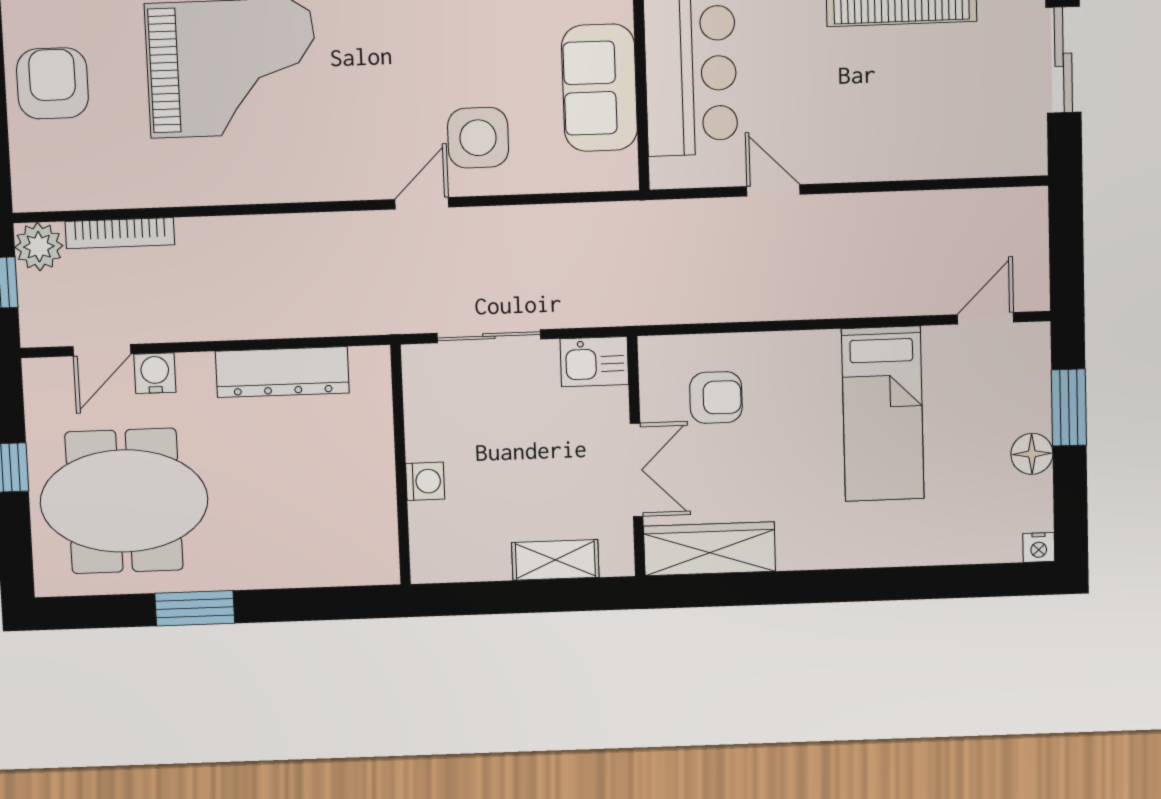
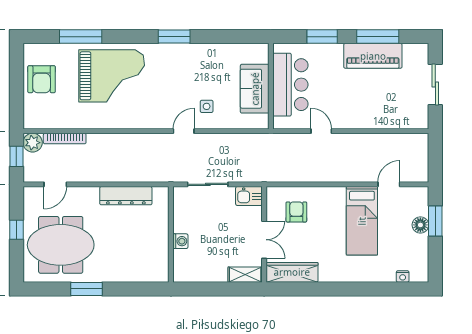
armchair: (52, 83) -> (42, 79), turned 180
side table: (478, 138) -> (207, 106), width x0.54, depth x0.54
door: (985, 318) -> (389, 184), moved
water cooler: (155, 373) -> (76, 194), removed
armchair: (716, 397) -> (296, 212), turned -90
floor lamp: (1032, 454) -> (420, 225), moved
nightstand: (1039, 547) -> (403, 276), moved
shelving: (555, 560) -> (245, 275), moved

